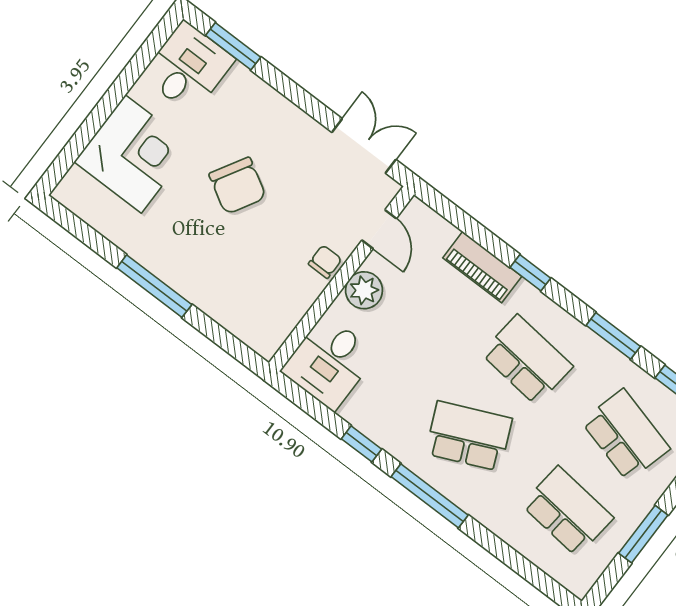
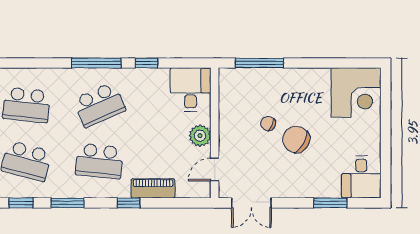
window: (233, 46) -> (330, 203), moved
corner desk: (133, 154) -> (356, 93), moved, turned -90
door: (379, 229) -> (215, 169), hinge flipped
chair: (325, 262) -> (268, 124), moved, turned 113
window: (154, 286) -> (259, 63), moved

